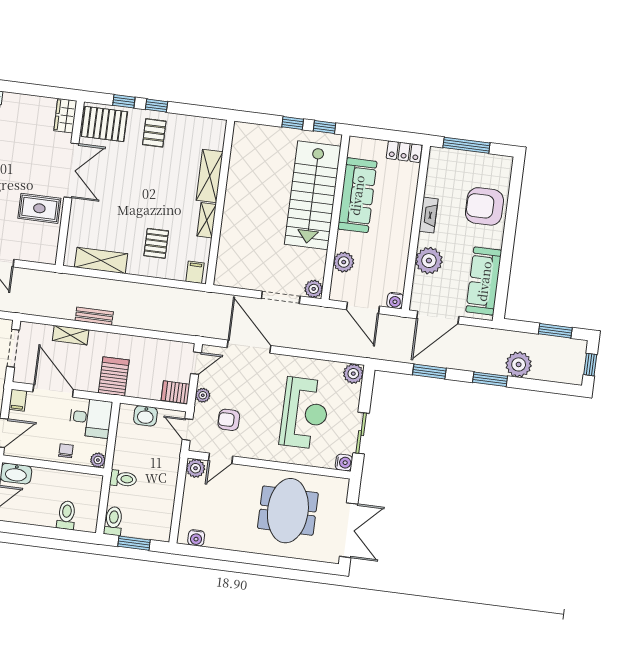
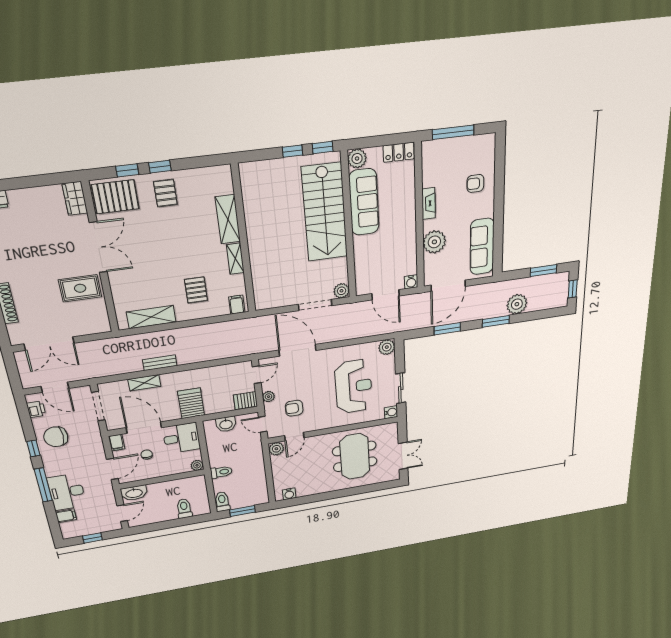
armchair: (484, 206) -> (475, 183), width x0.53, depth x0.53
plant: (344, 262) -> (357, 159), moved
chair: (66, 451) -> (147, 454), moved
double door: (349, 530) -> (403, 456), width x0.73

